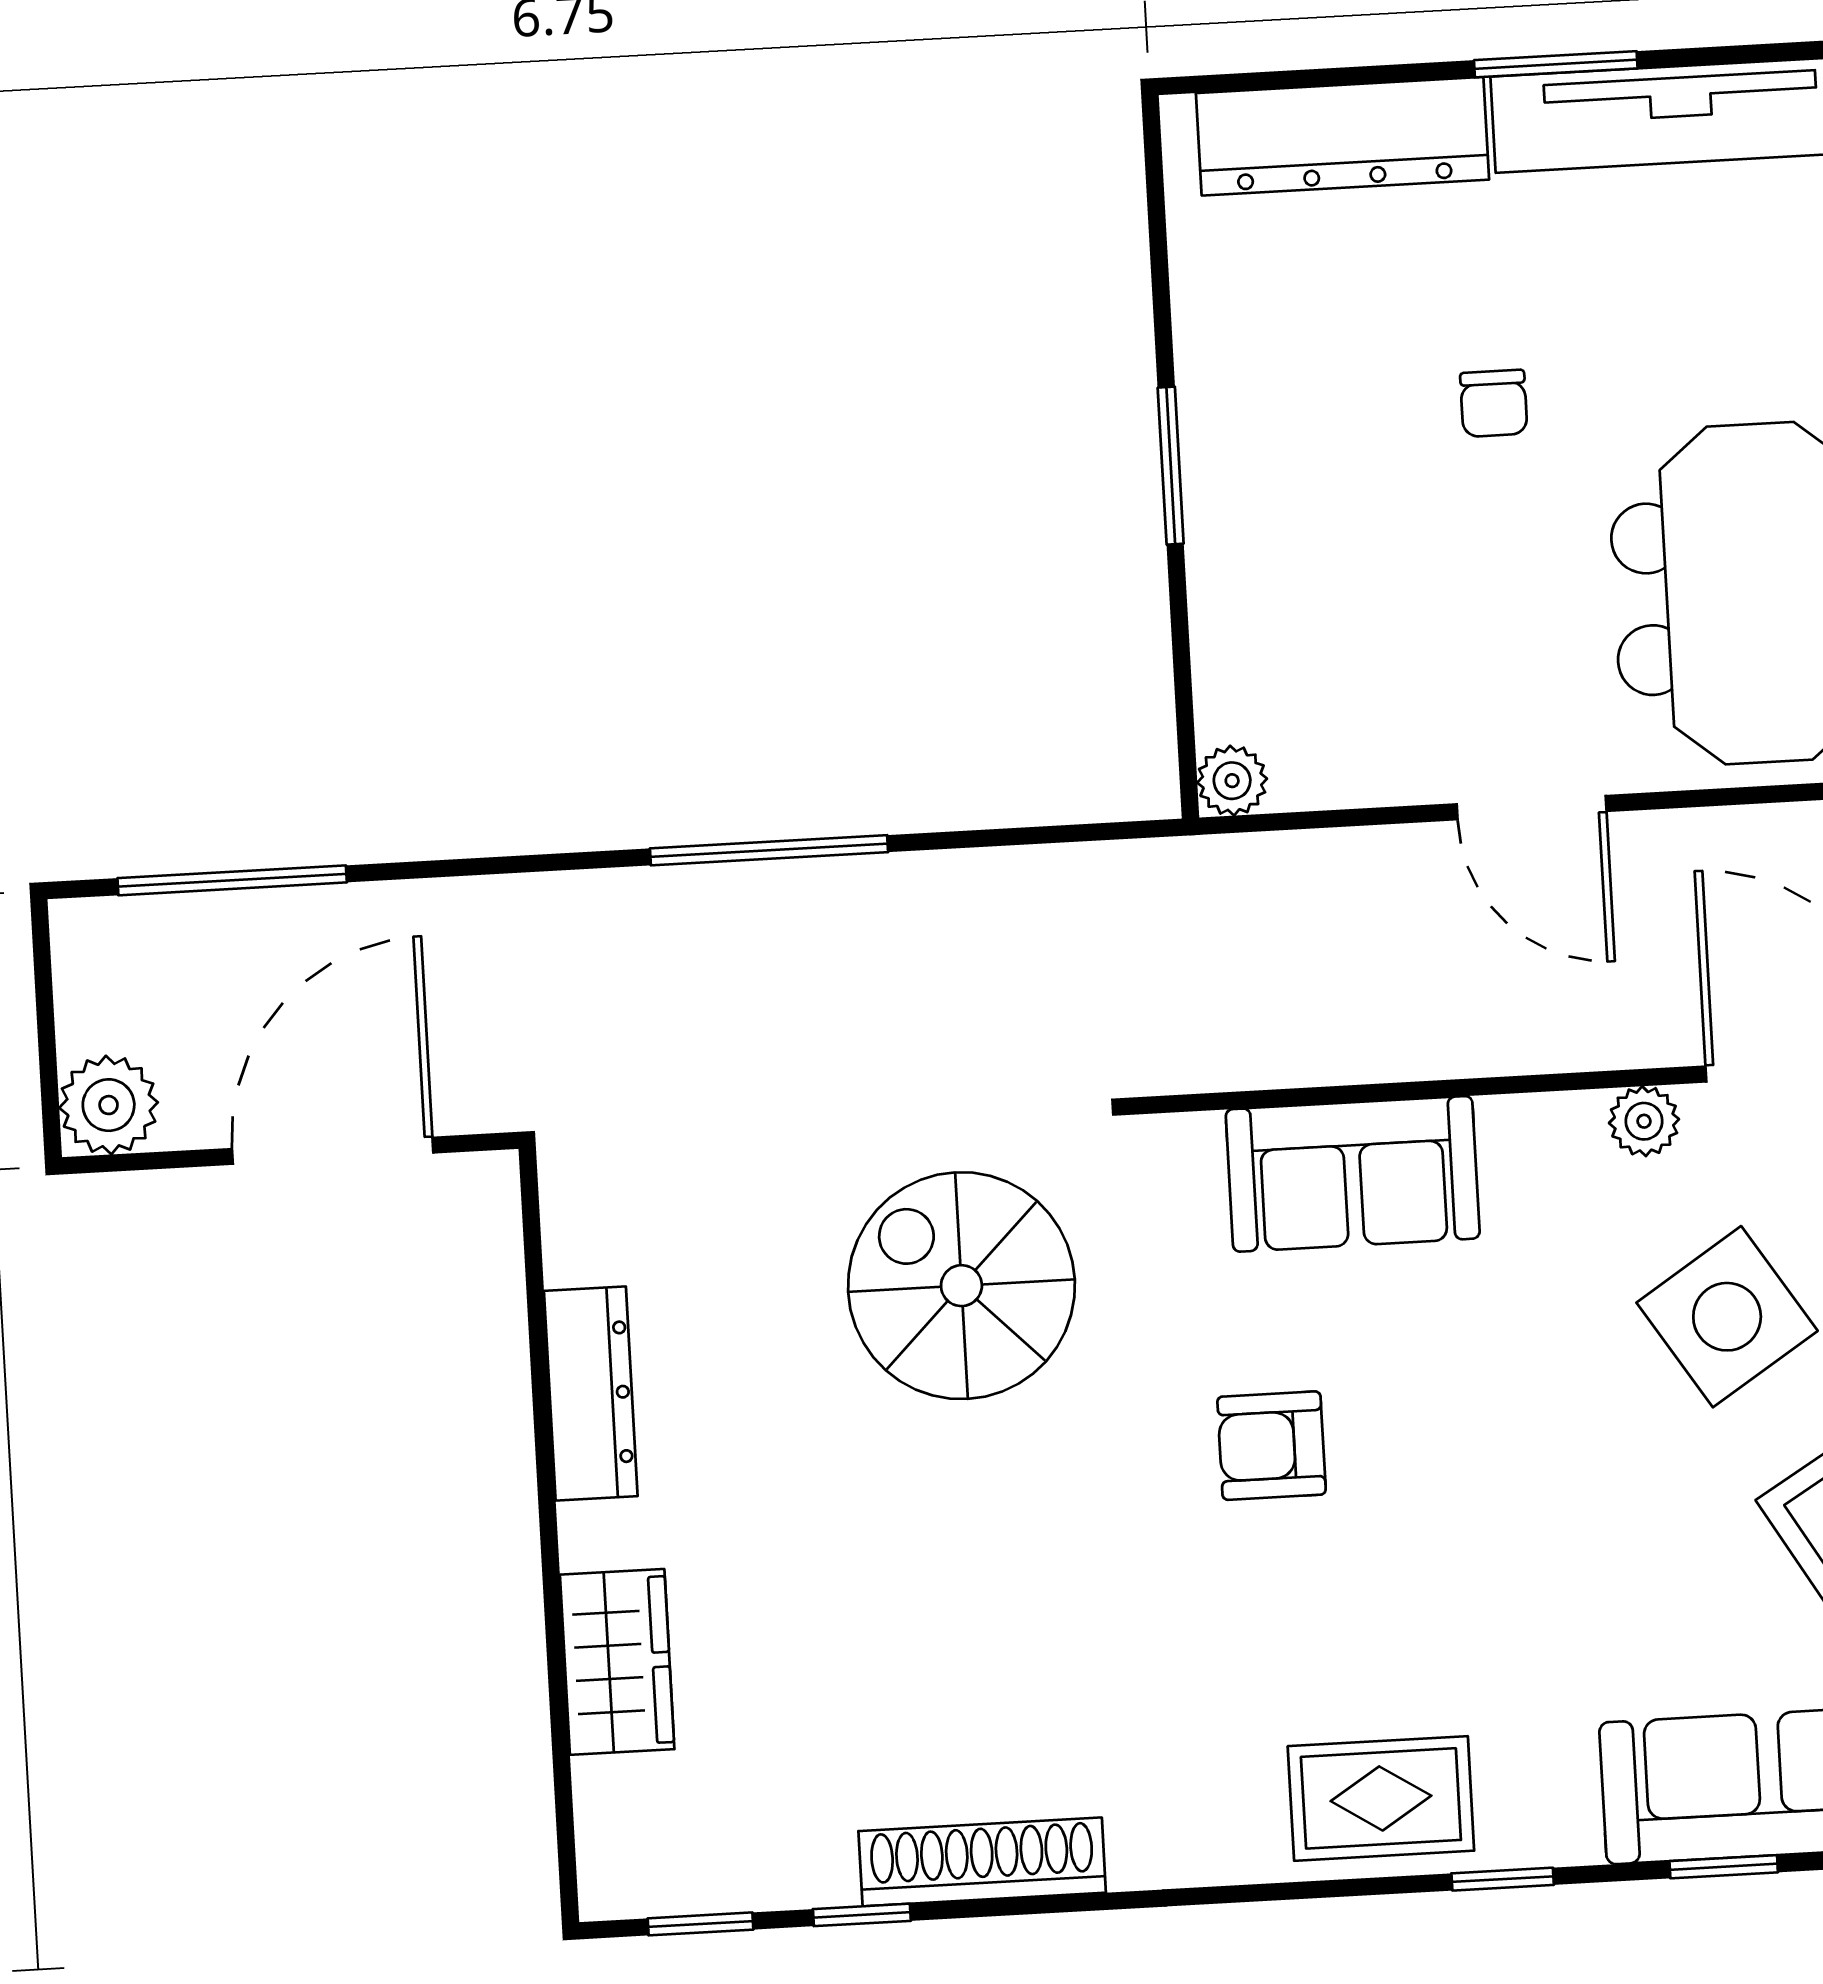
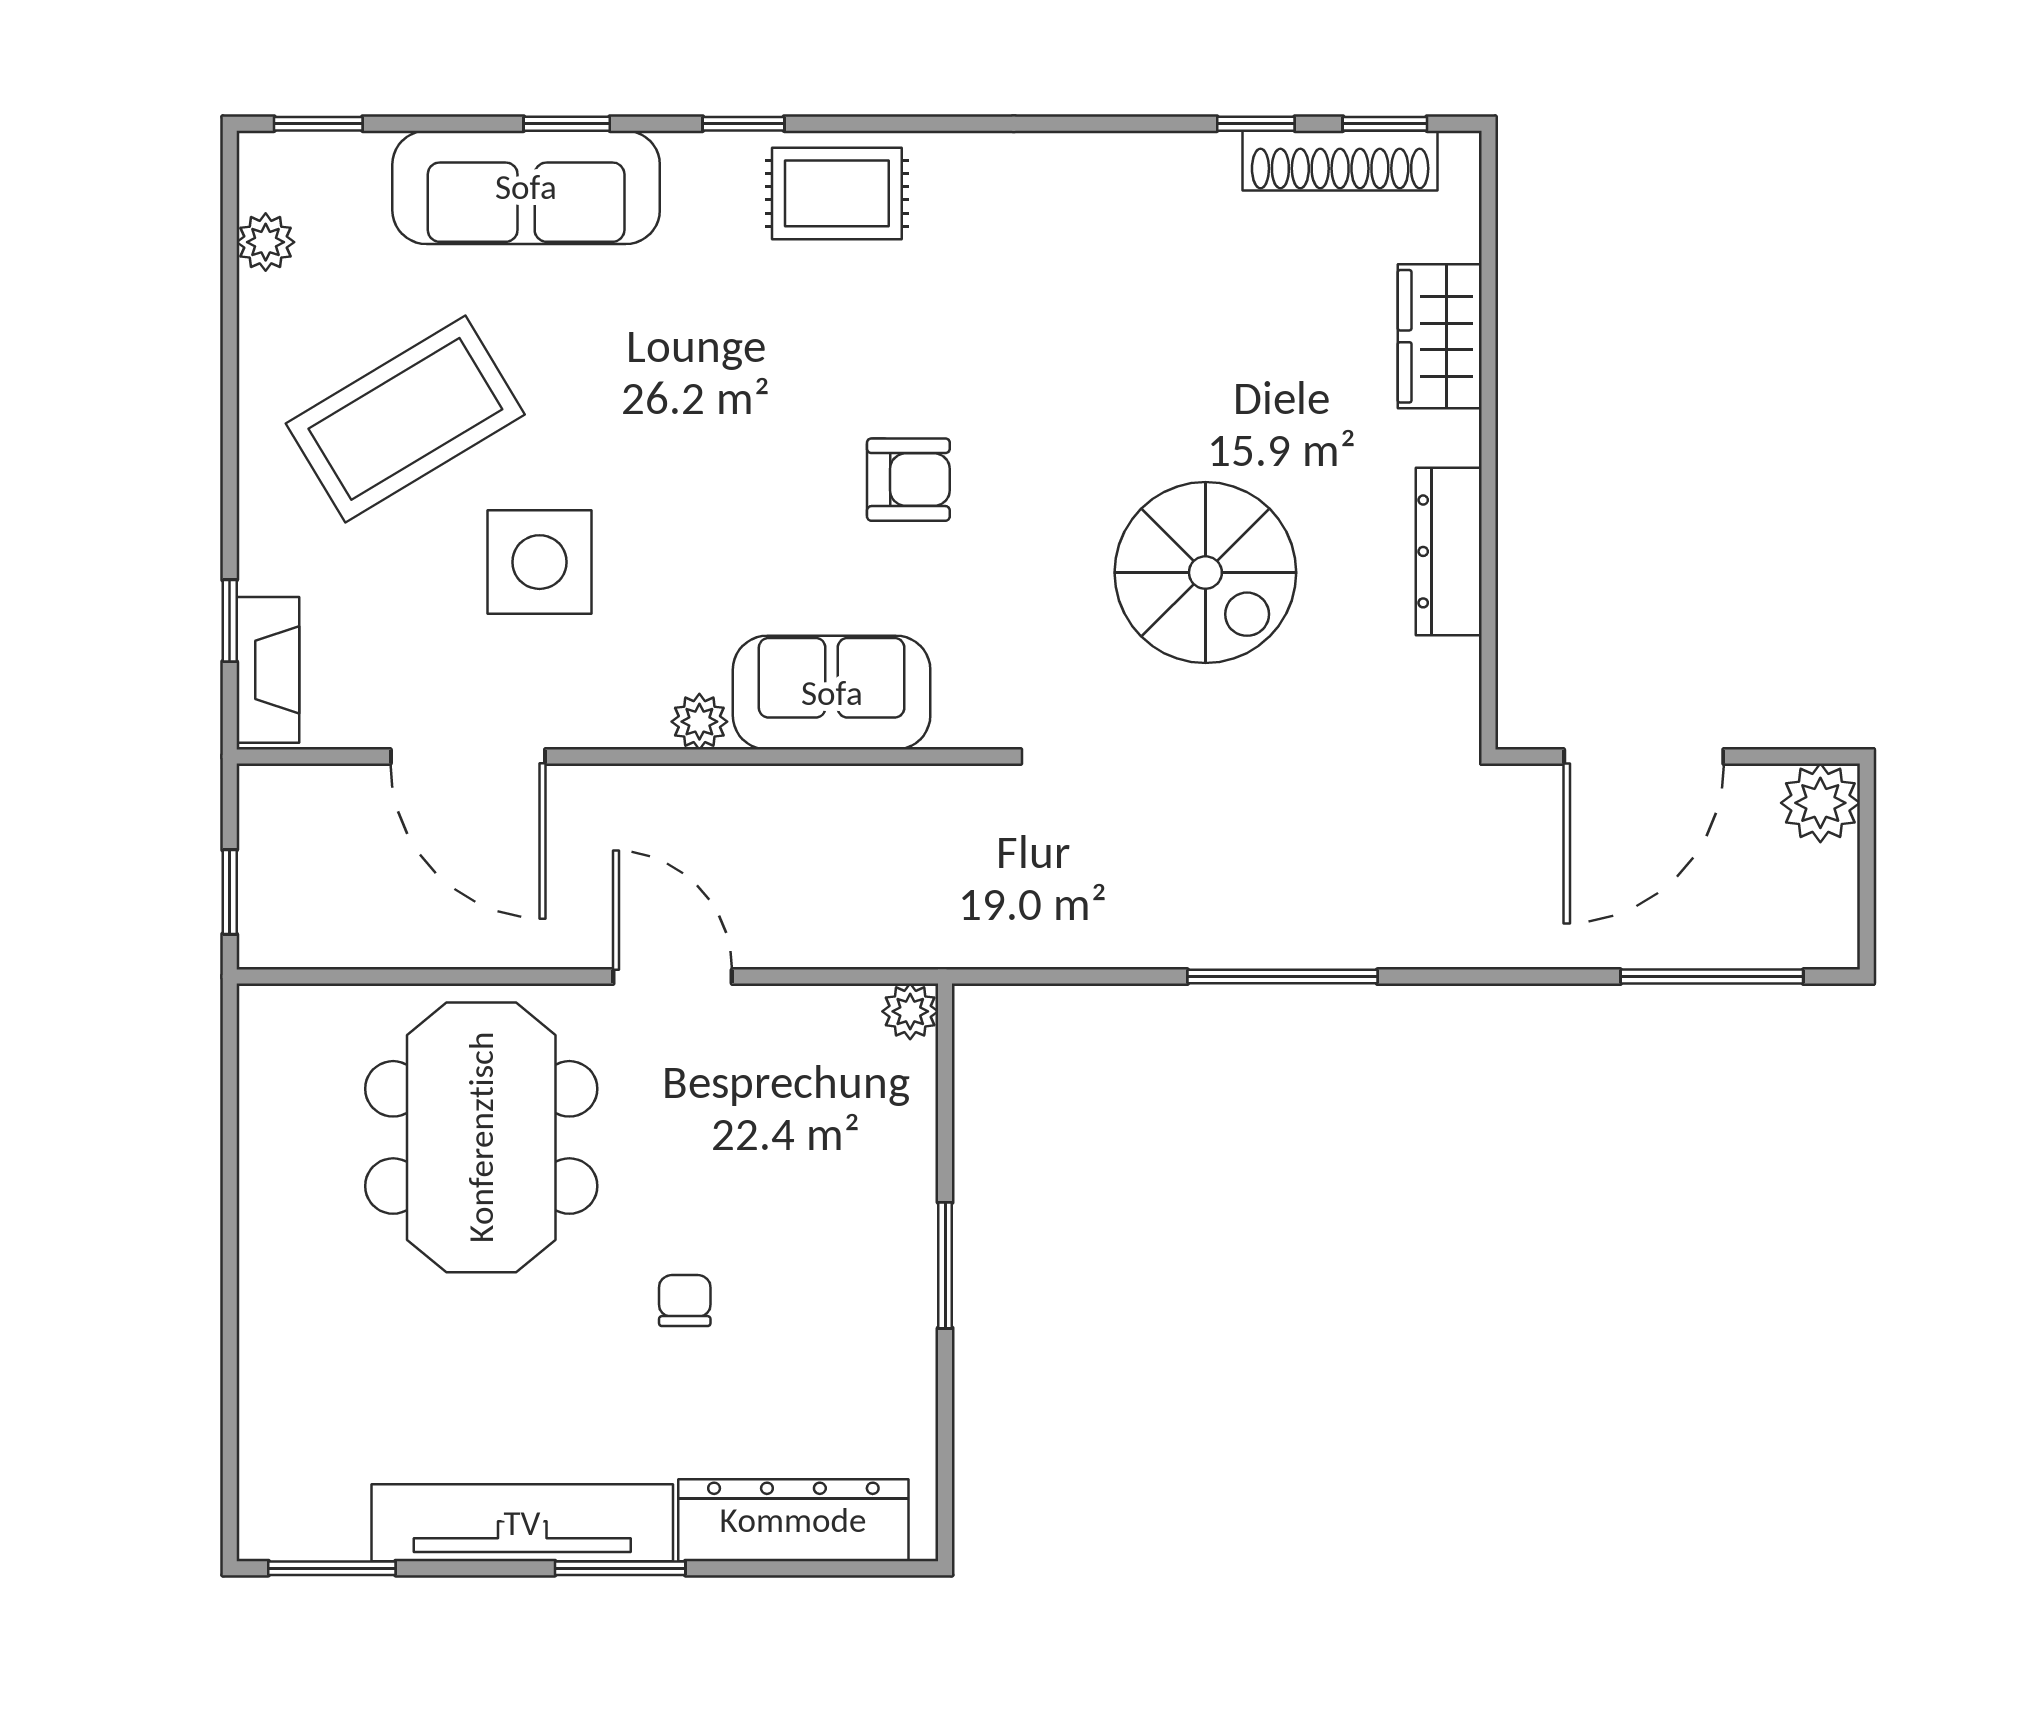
plant: (1644, 1121) -> (699, 722), moved
spiral stairs: (961, 1286) -> (1205, 573), moved
side table: (1727, 1317) -> (539, 562), turned 33
shoe rack: (982, 1862) -> (1340, 161), moved

